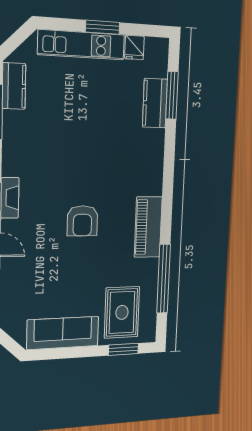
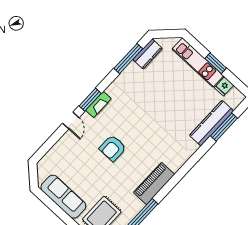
kitchen counter: (155, 103) -> (212, 123), width x1.50
armchair: (82, 221) -> (113, 148), moved

